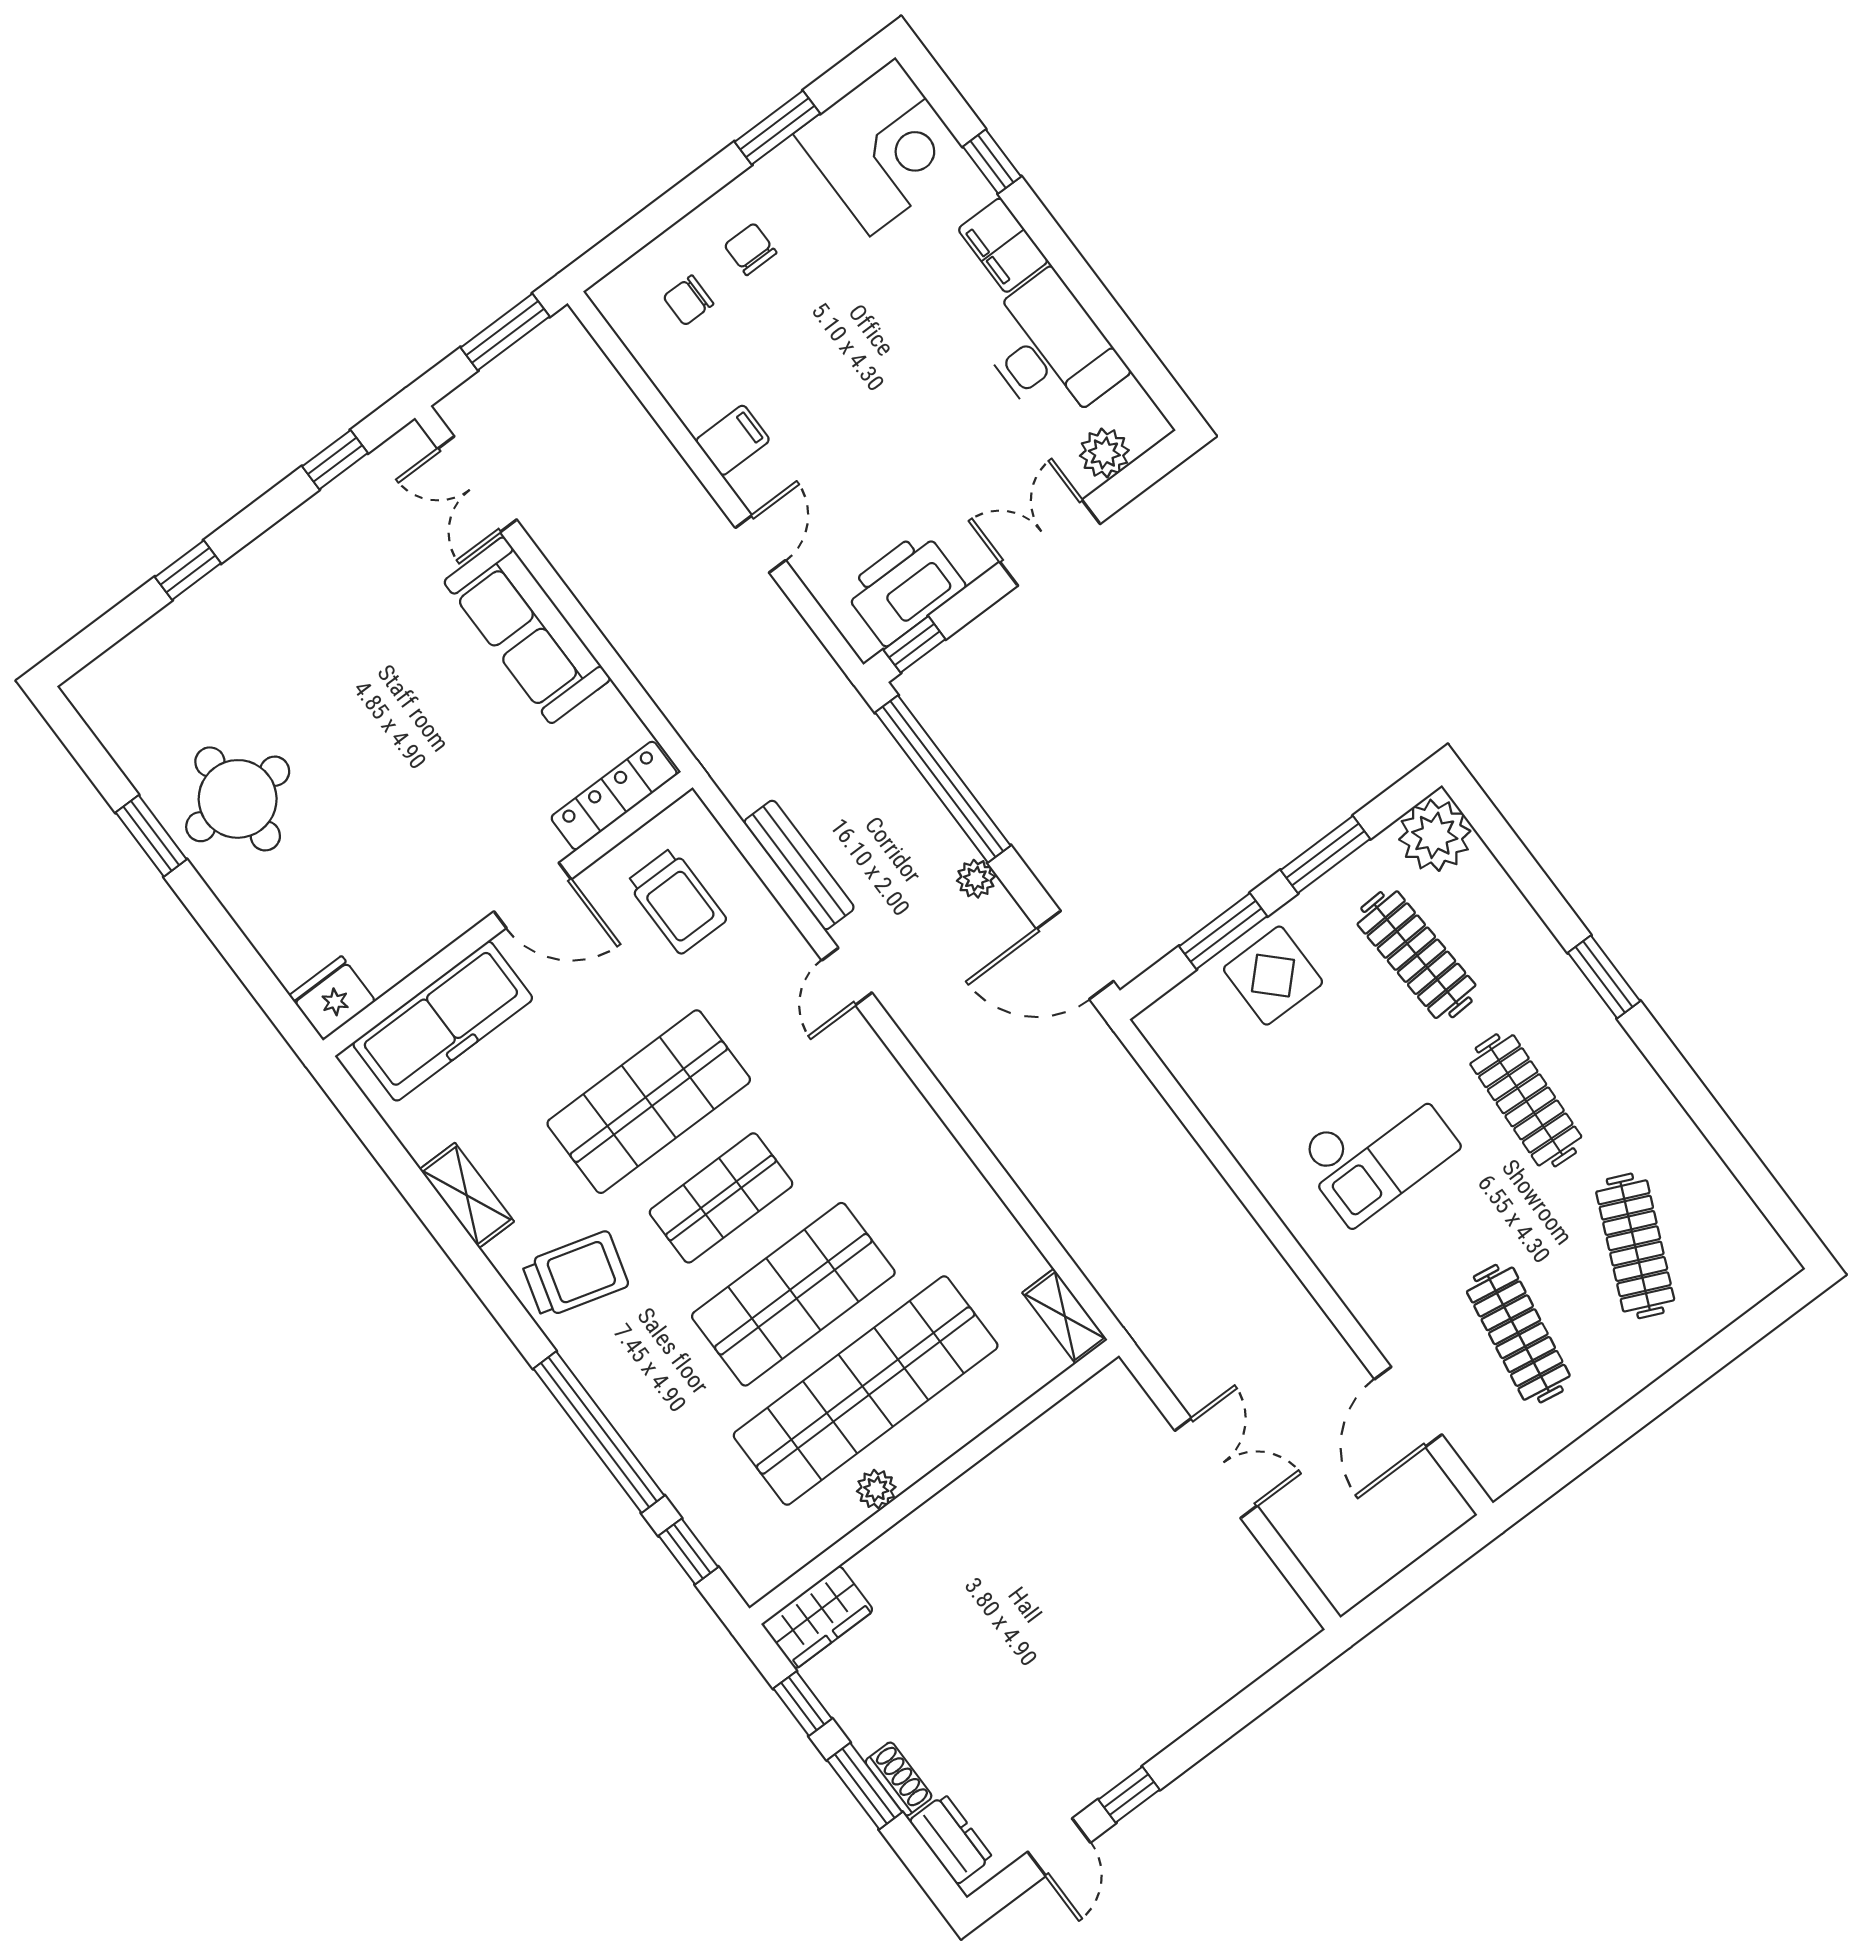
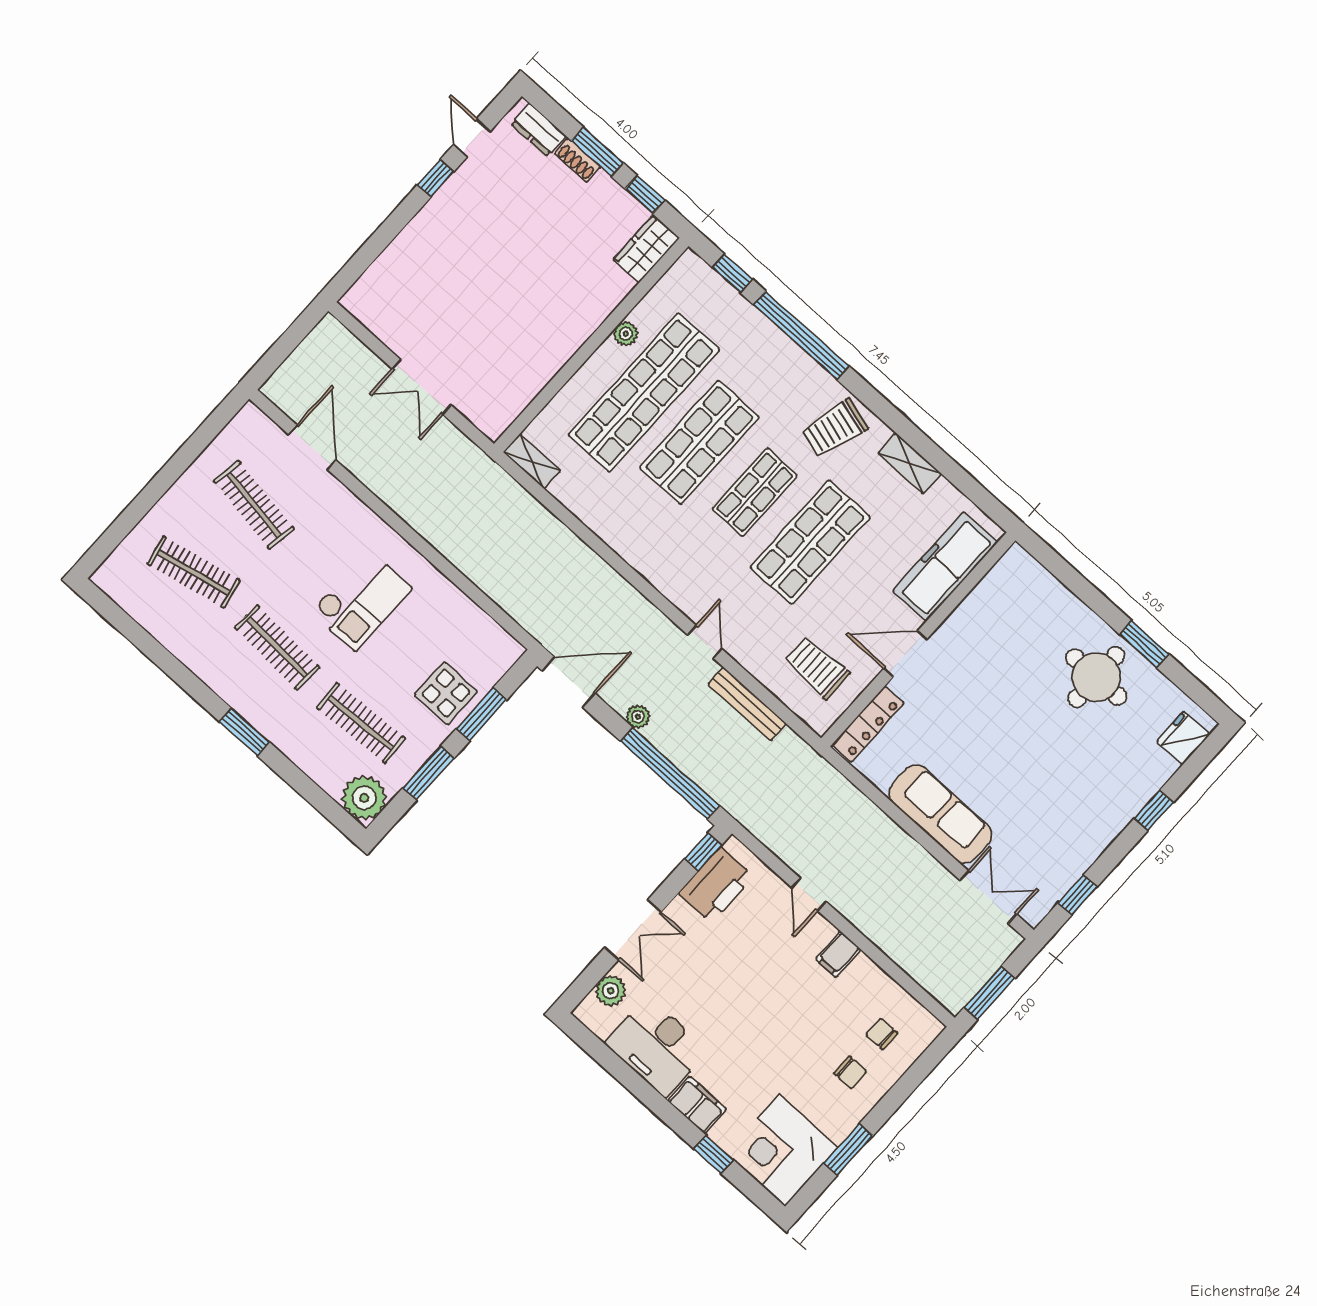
chair: (688, 300) -> (882, 1034), turned -90
fridge: (332, 998) -> (1183, 738), moved, turned 180
checkout: (1378, 1150) -> (361, 600), turned 180
clothes rail: (1635, 1246) -> (193, 572), turned -36

